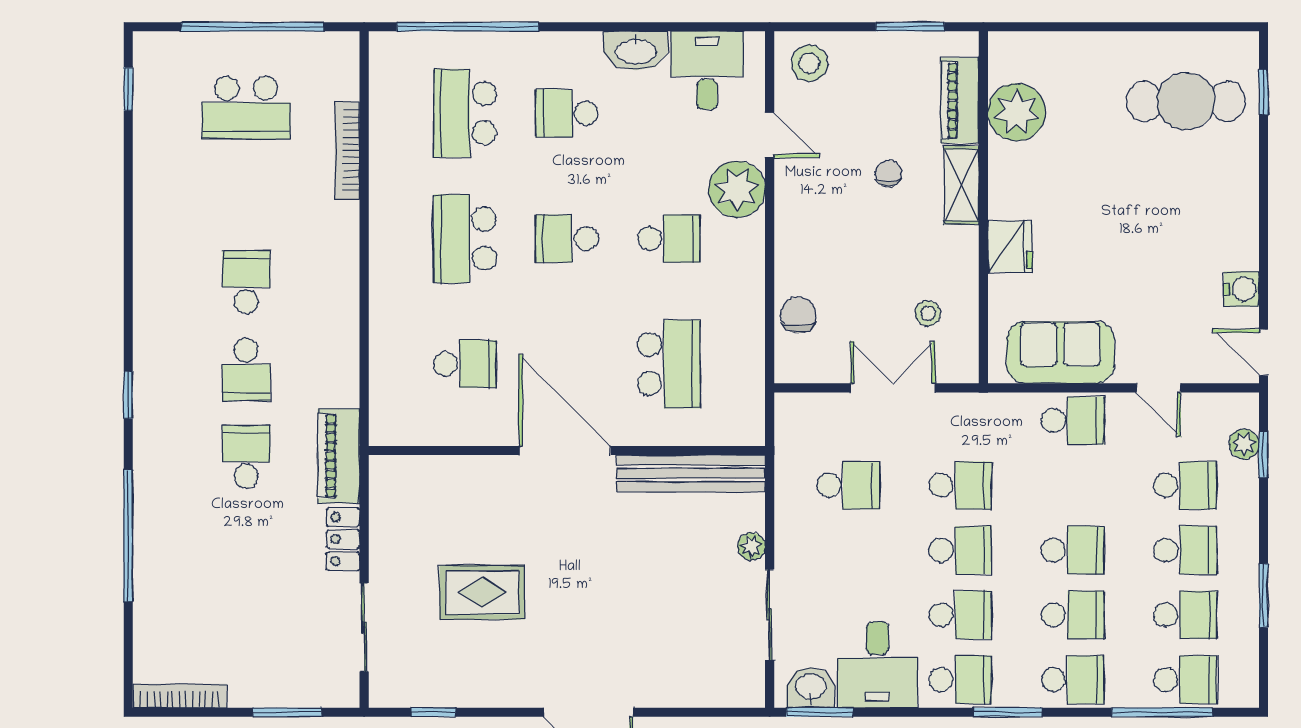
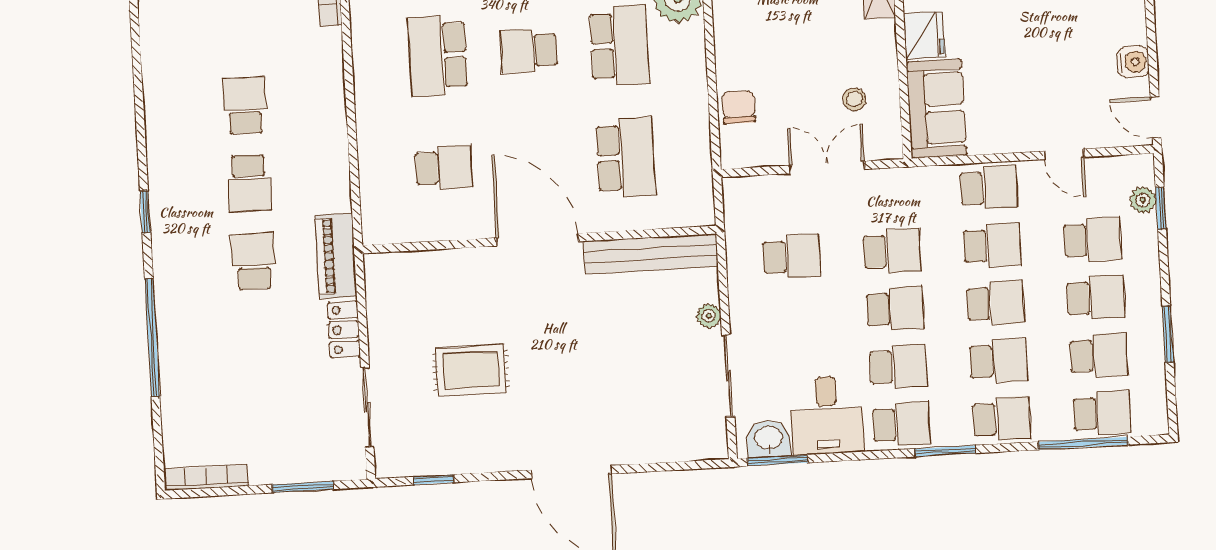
school desk: (669, 239) -> (620, 45), width x1.85
sofa: (1060, 352) -> (936, 109), moved, turned 90
school desk: (1073, 485) -> (992, 245), added

